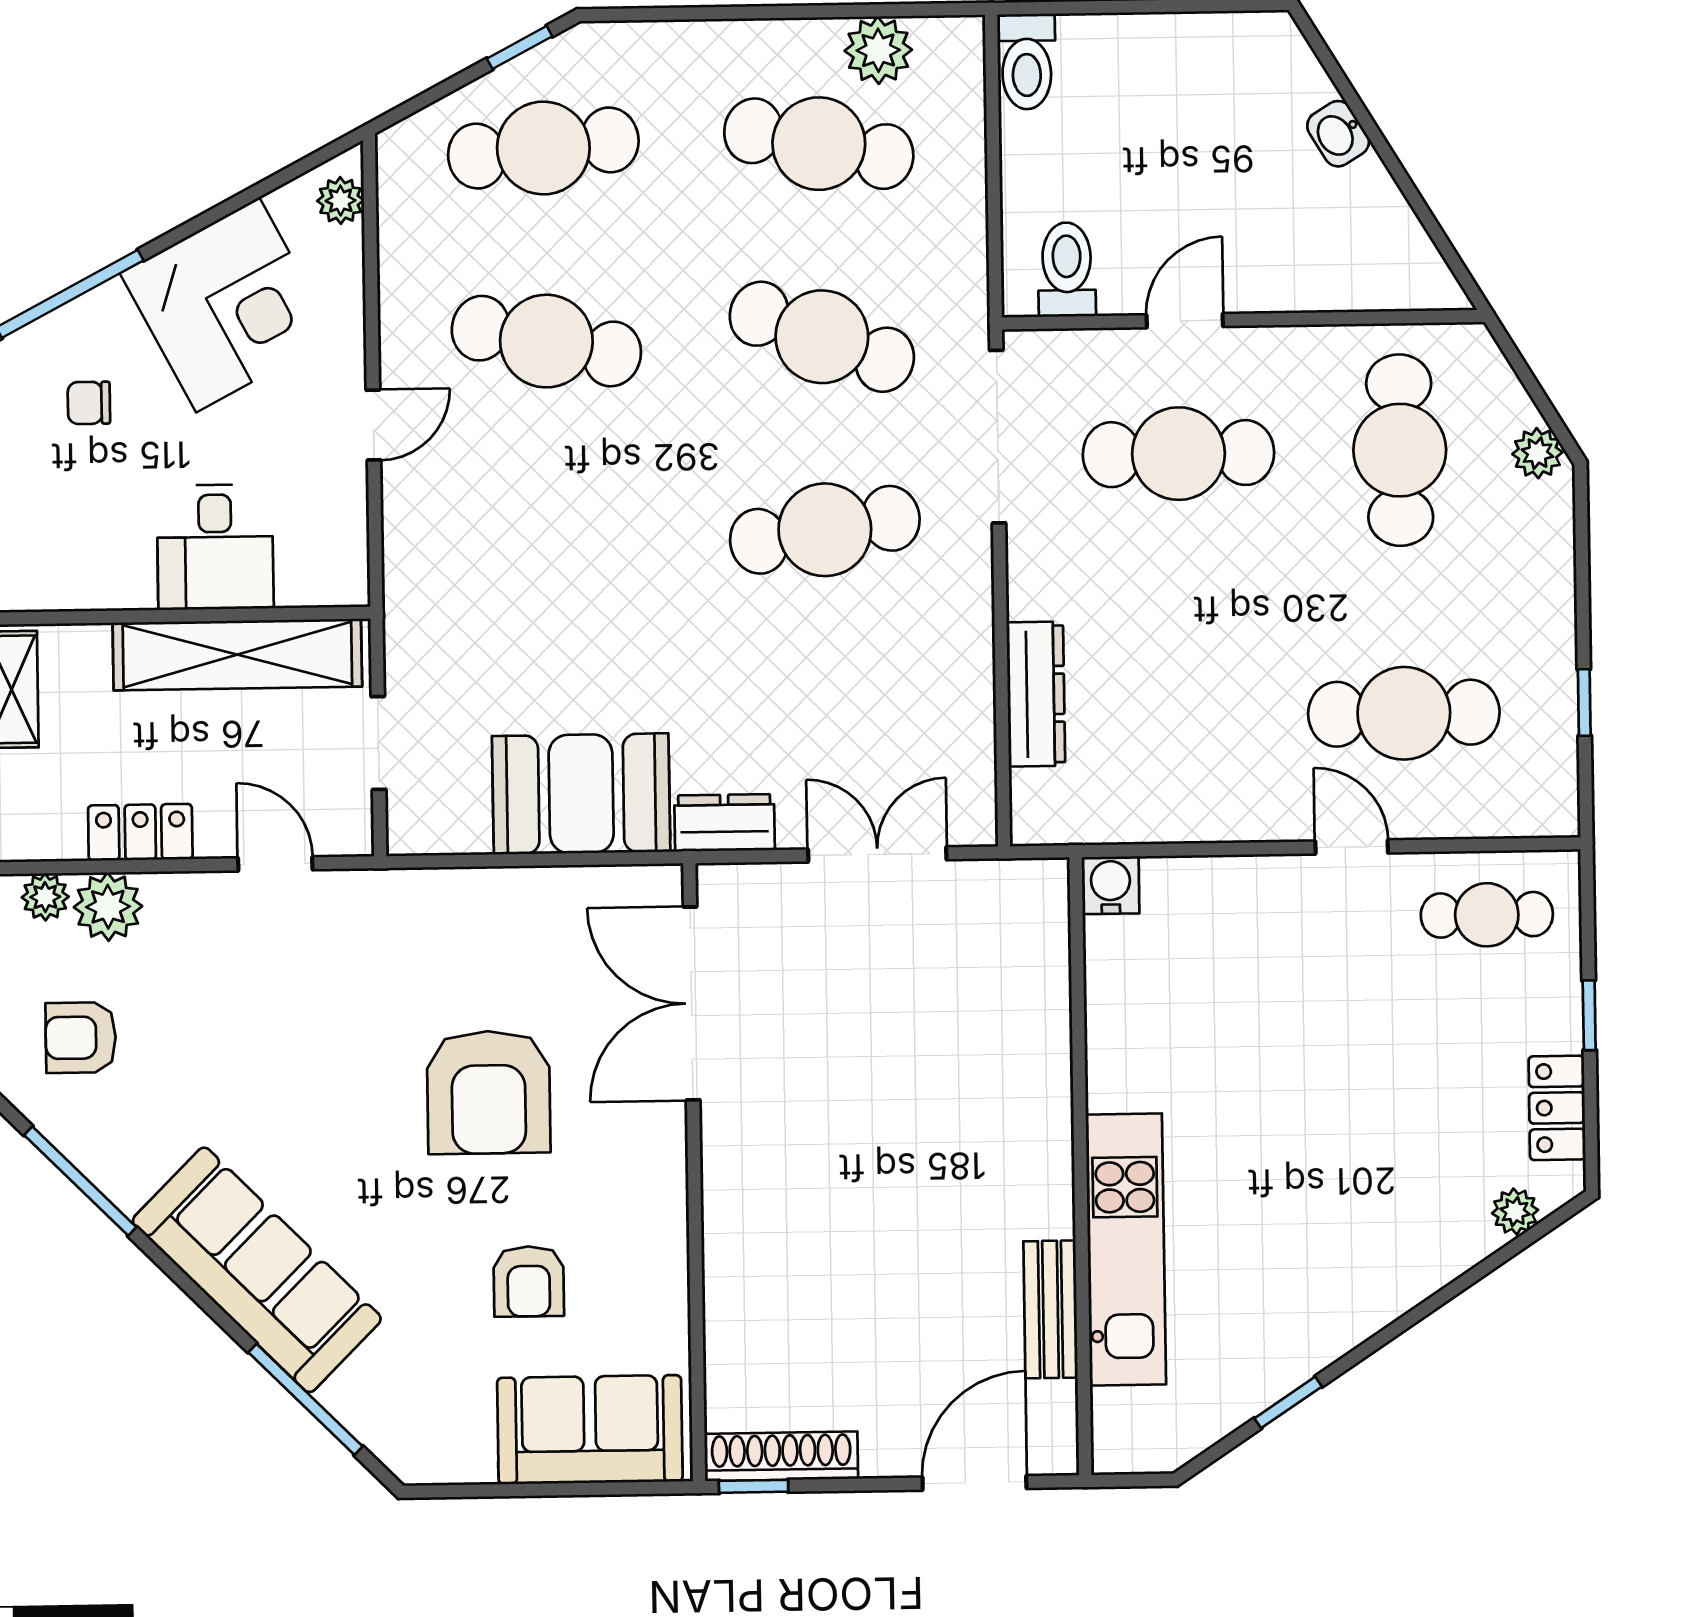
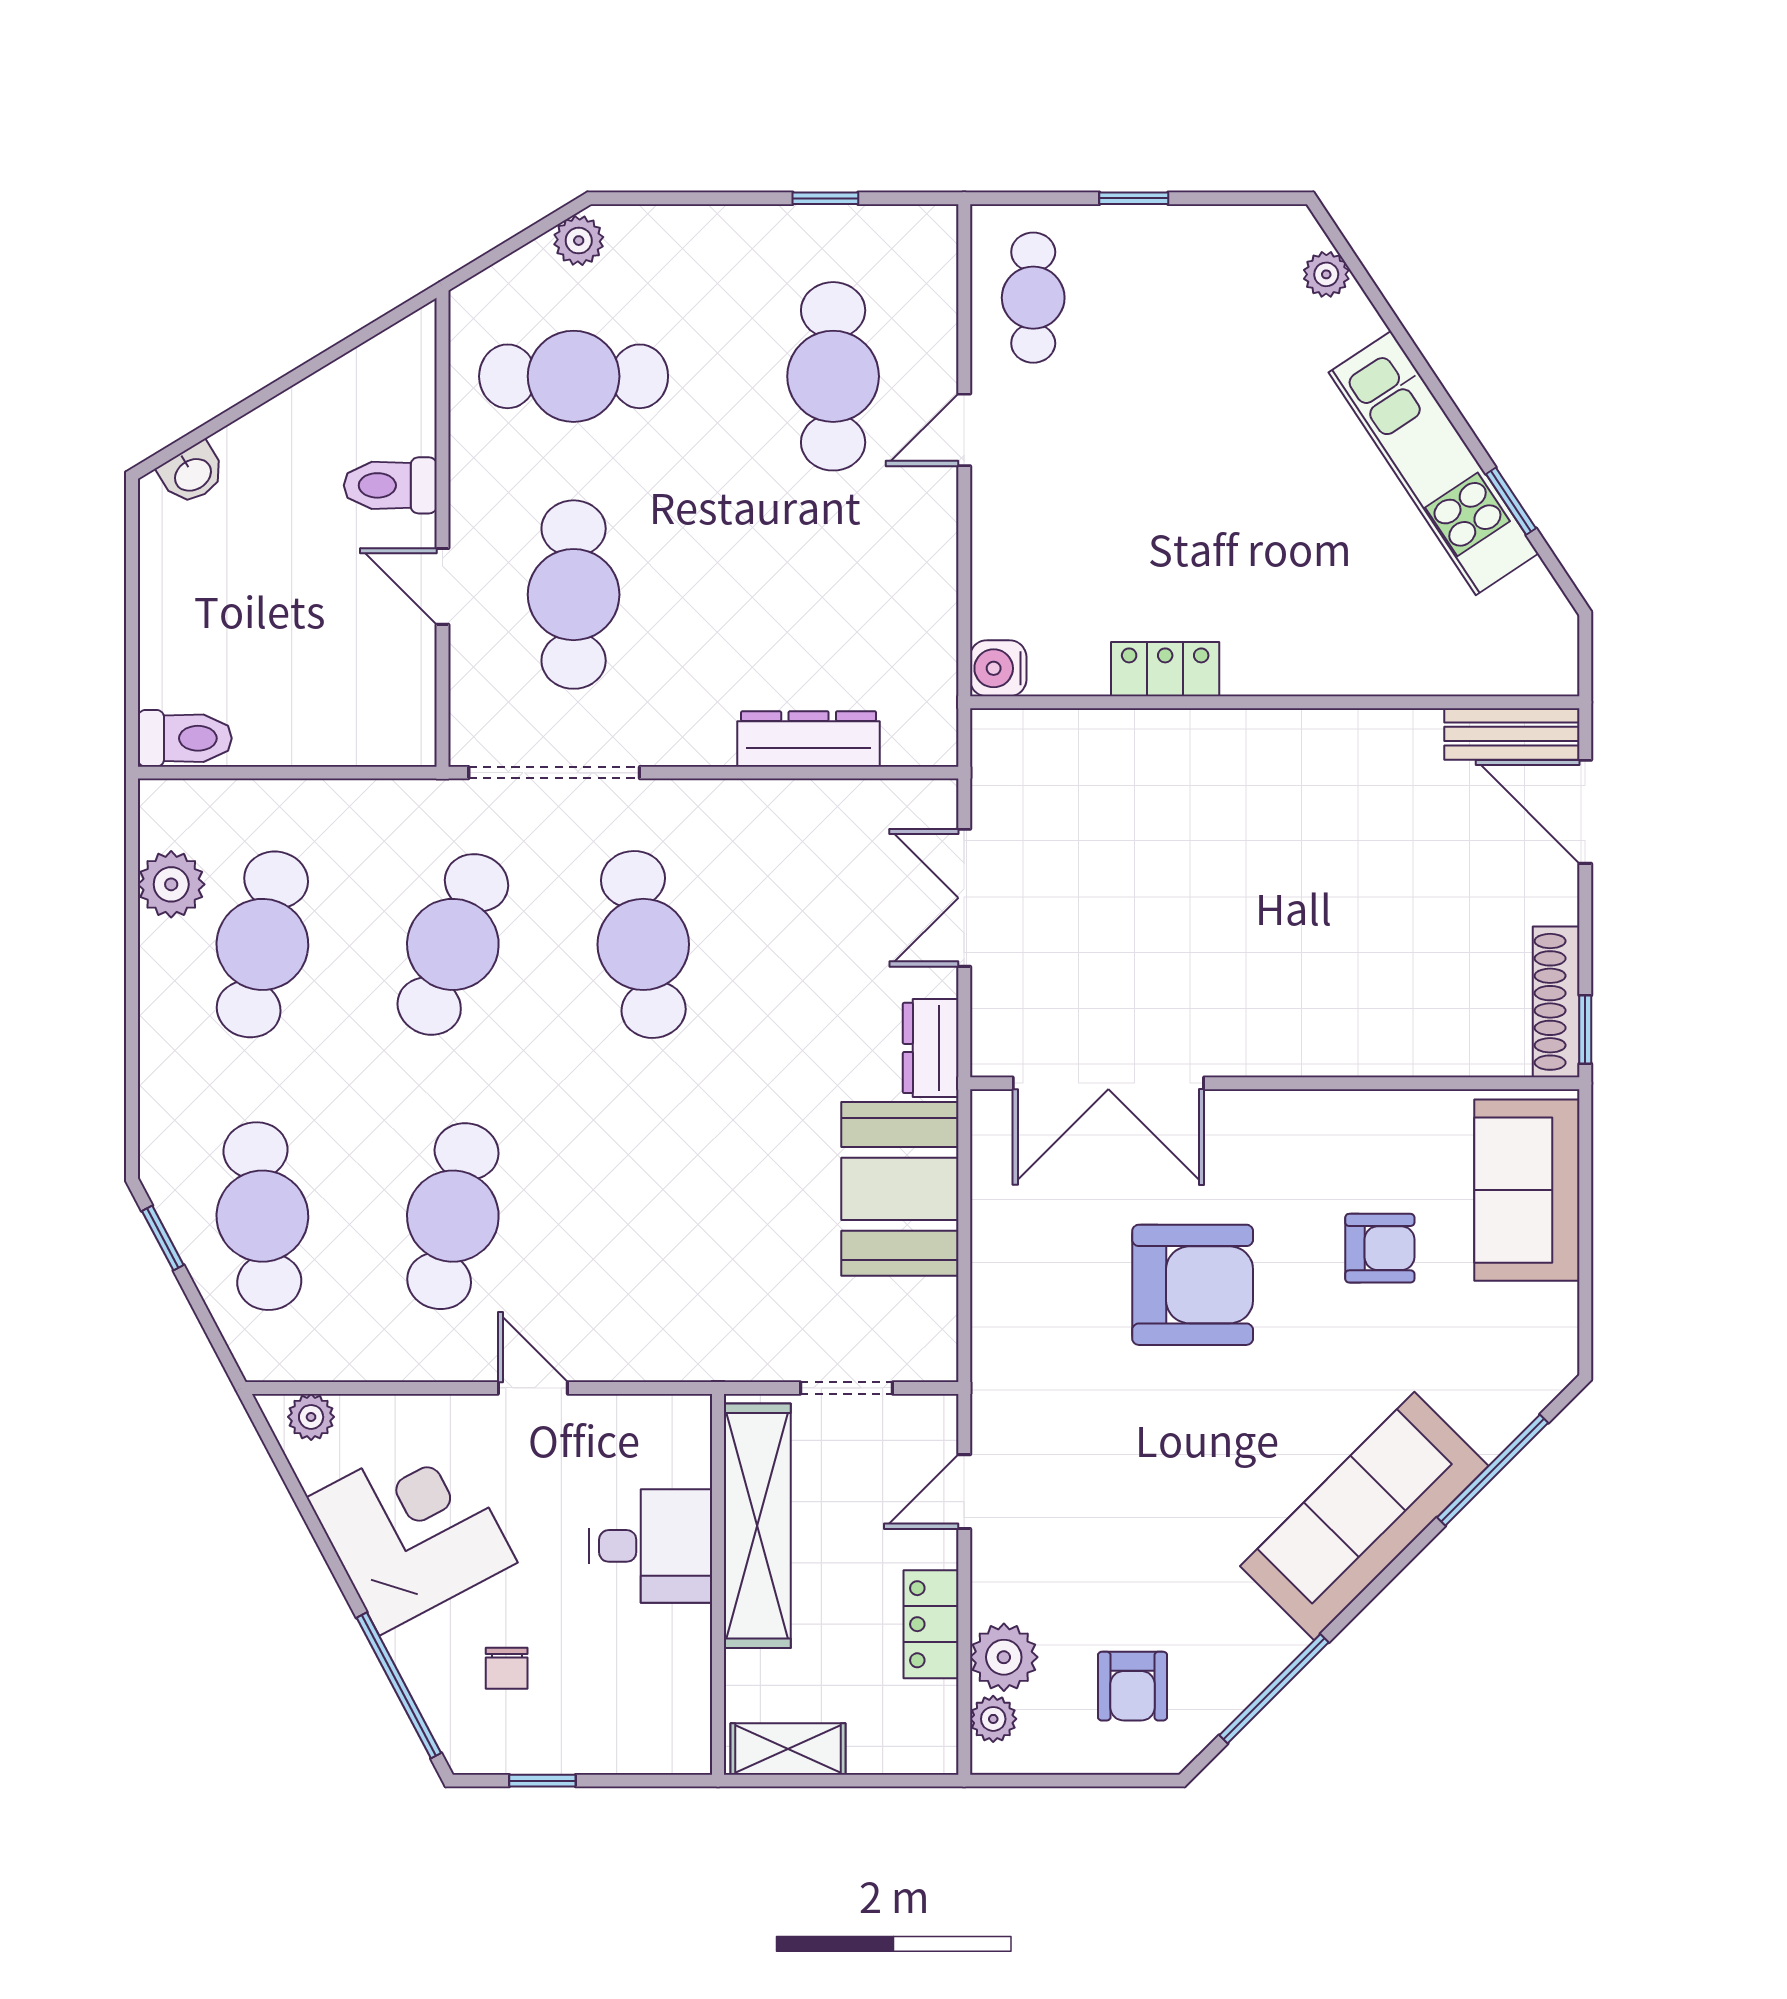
washbasin: (1338, 134) -> (192, 474), moved
toilet: (1067, 270) -> (390, 485), moved
locker: (1557, 1108) -> (1165, 669), moved, turned 180
kitchen unit: (1126, 1249) -> (1434, 463), moved, turned -124
bench: (1051, 1309) -> (1512, 734), moved

